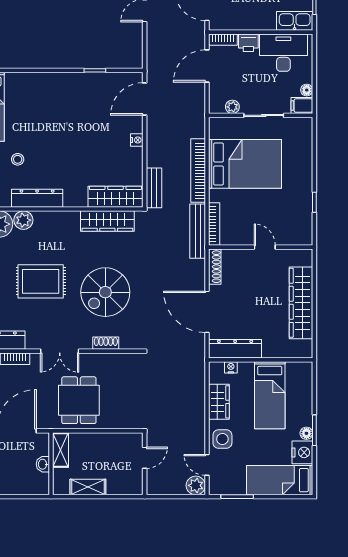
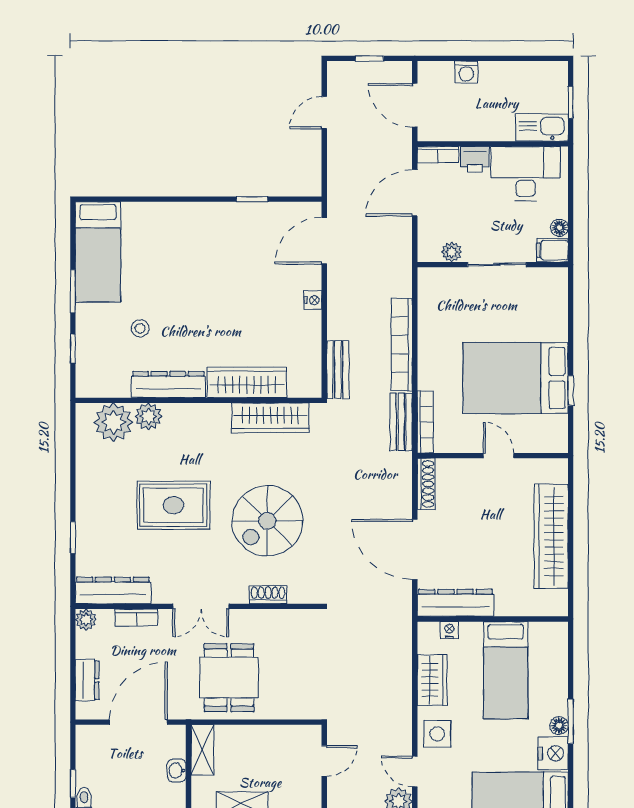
bed: (245, 164) -> (515, 378), moved, turned 180
wardrobe: (115, 197) -> (247, 382), moved
bench: (198, 231) -> (401, 422), width x0.73

